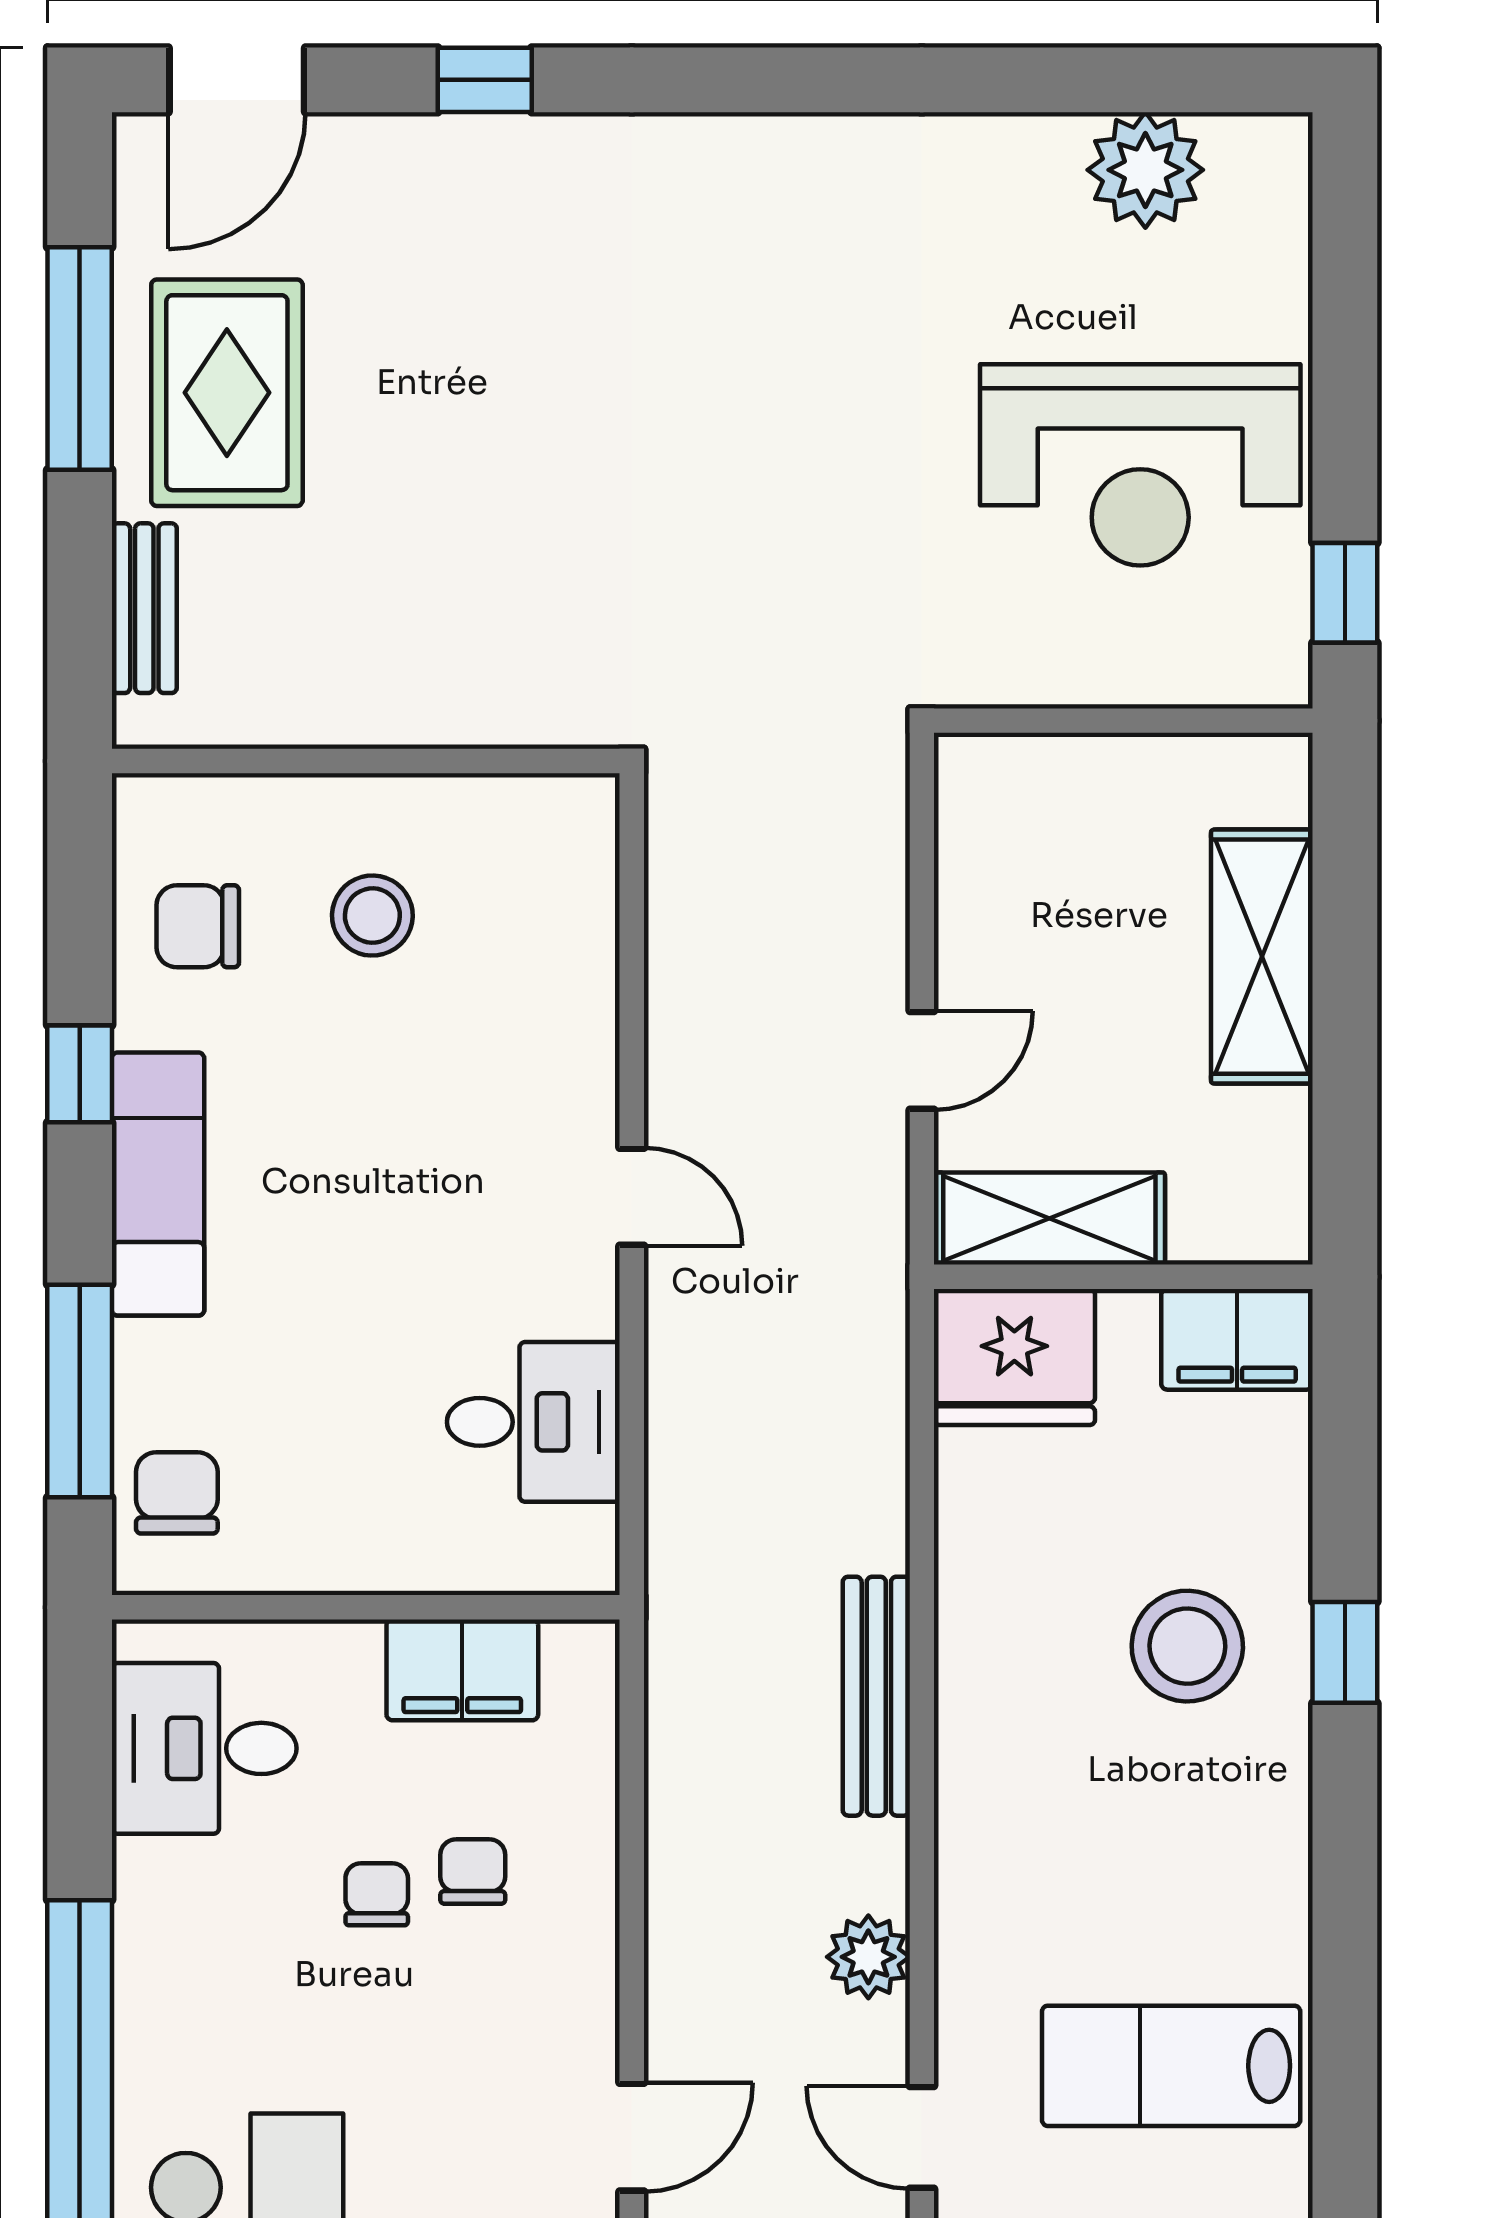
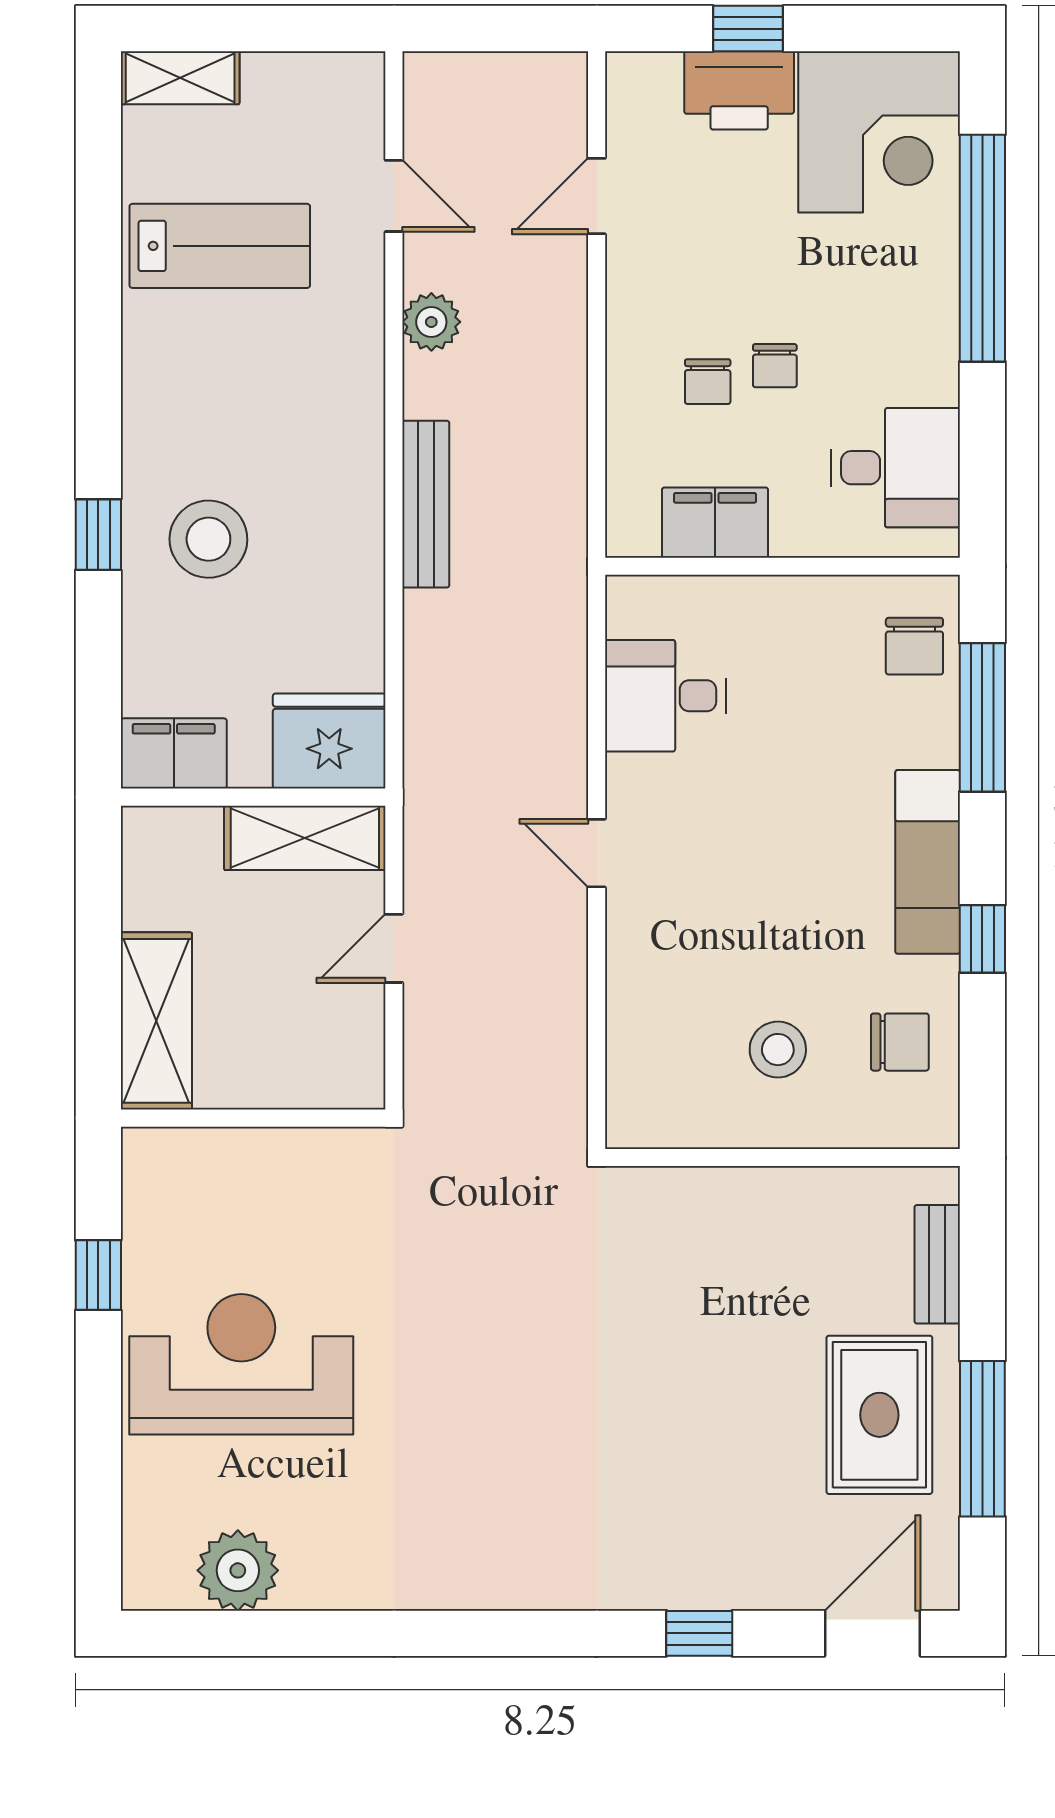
wall: (1123, 721) -> (253, 1118), moved

